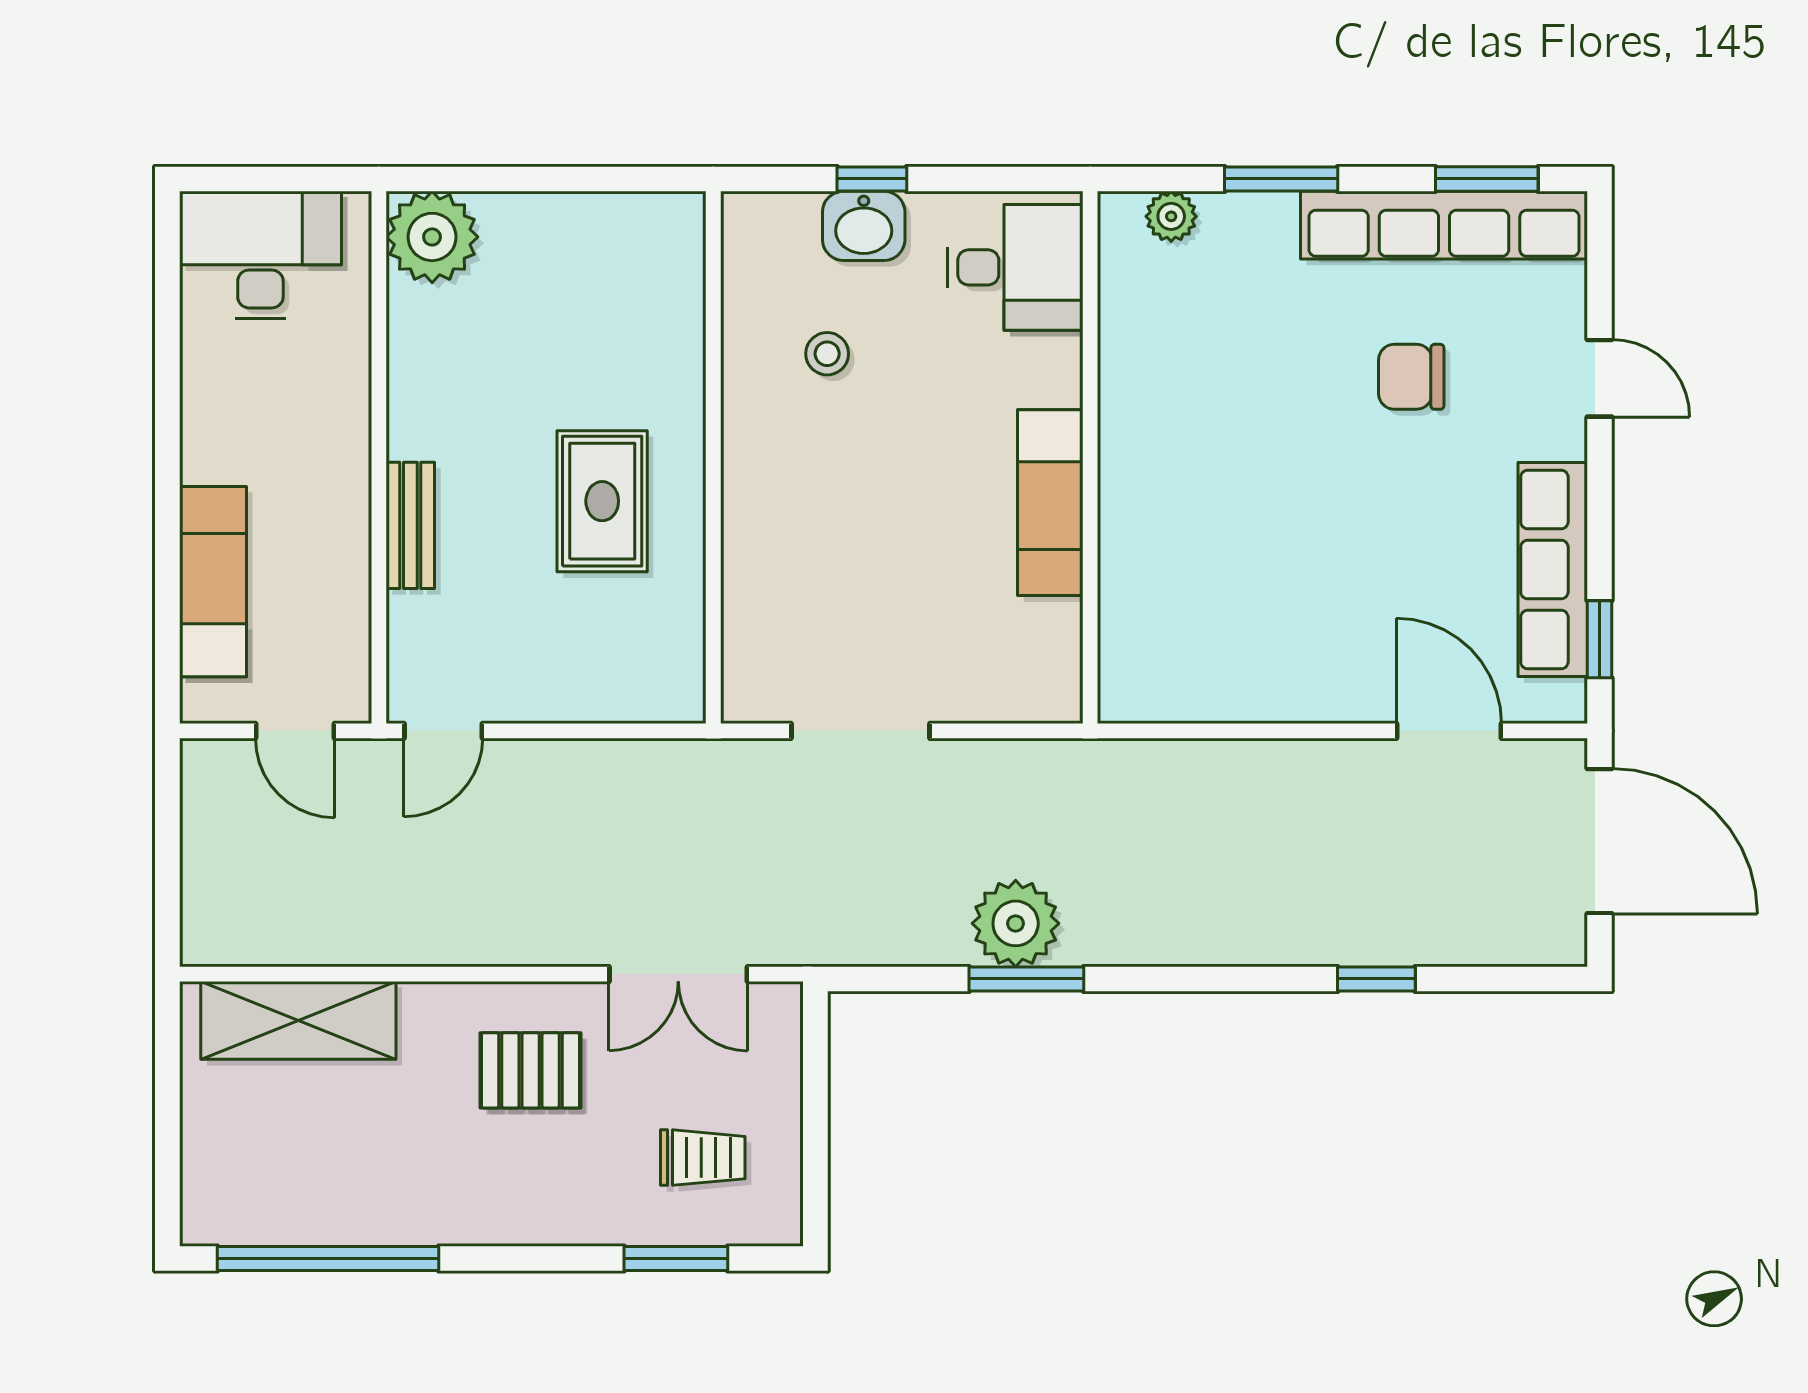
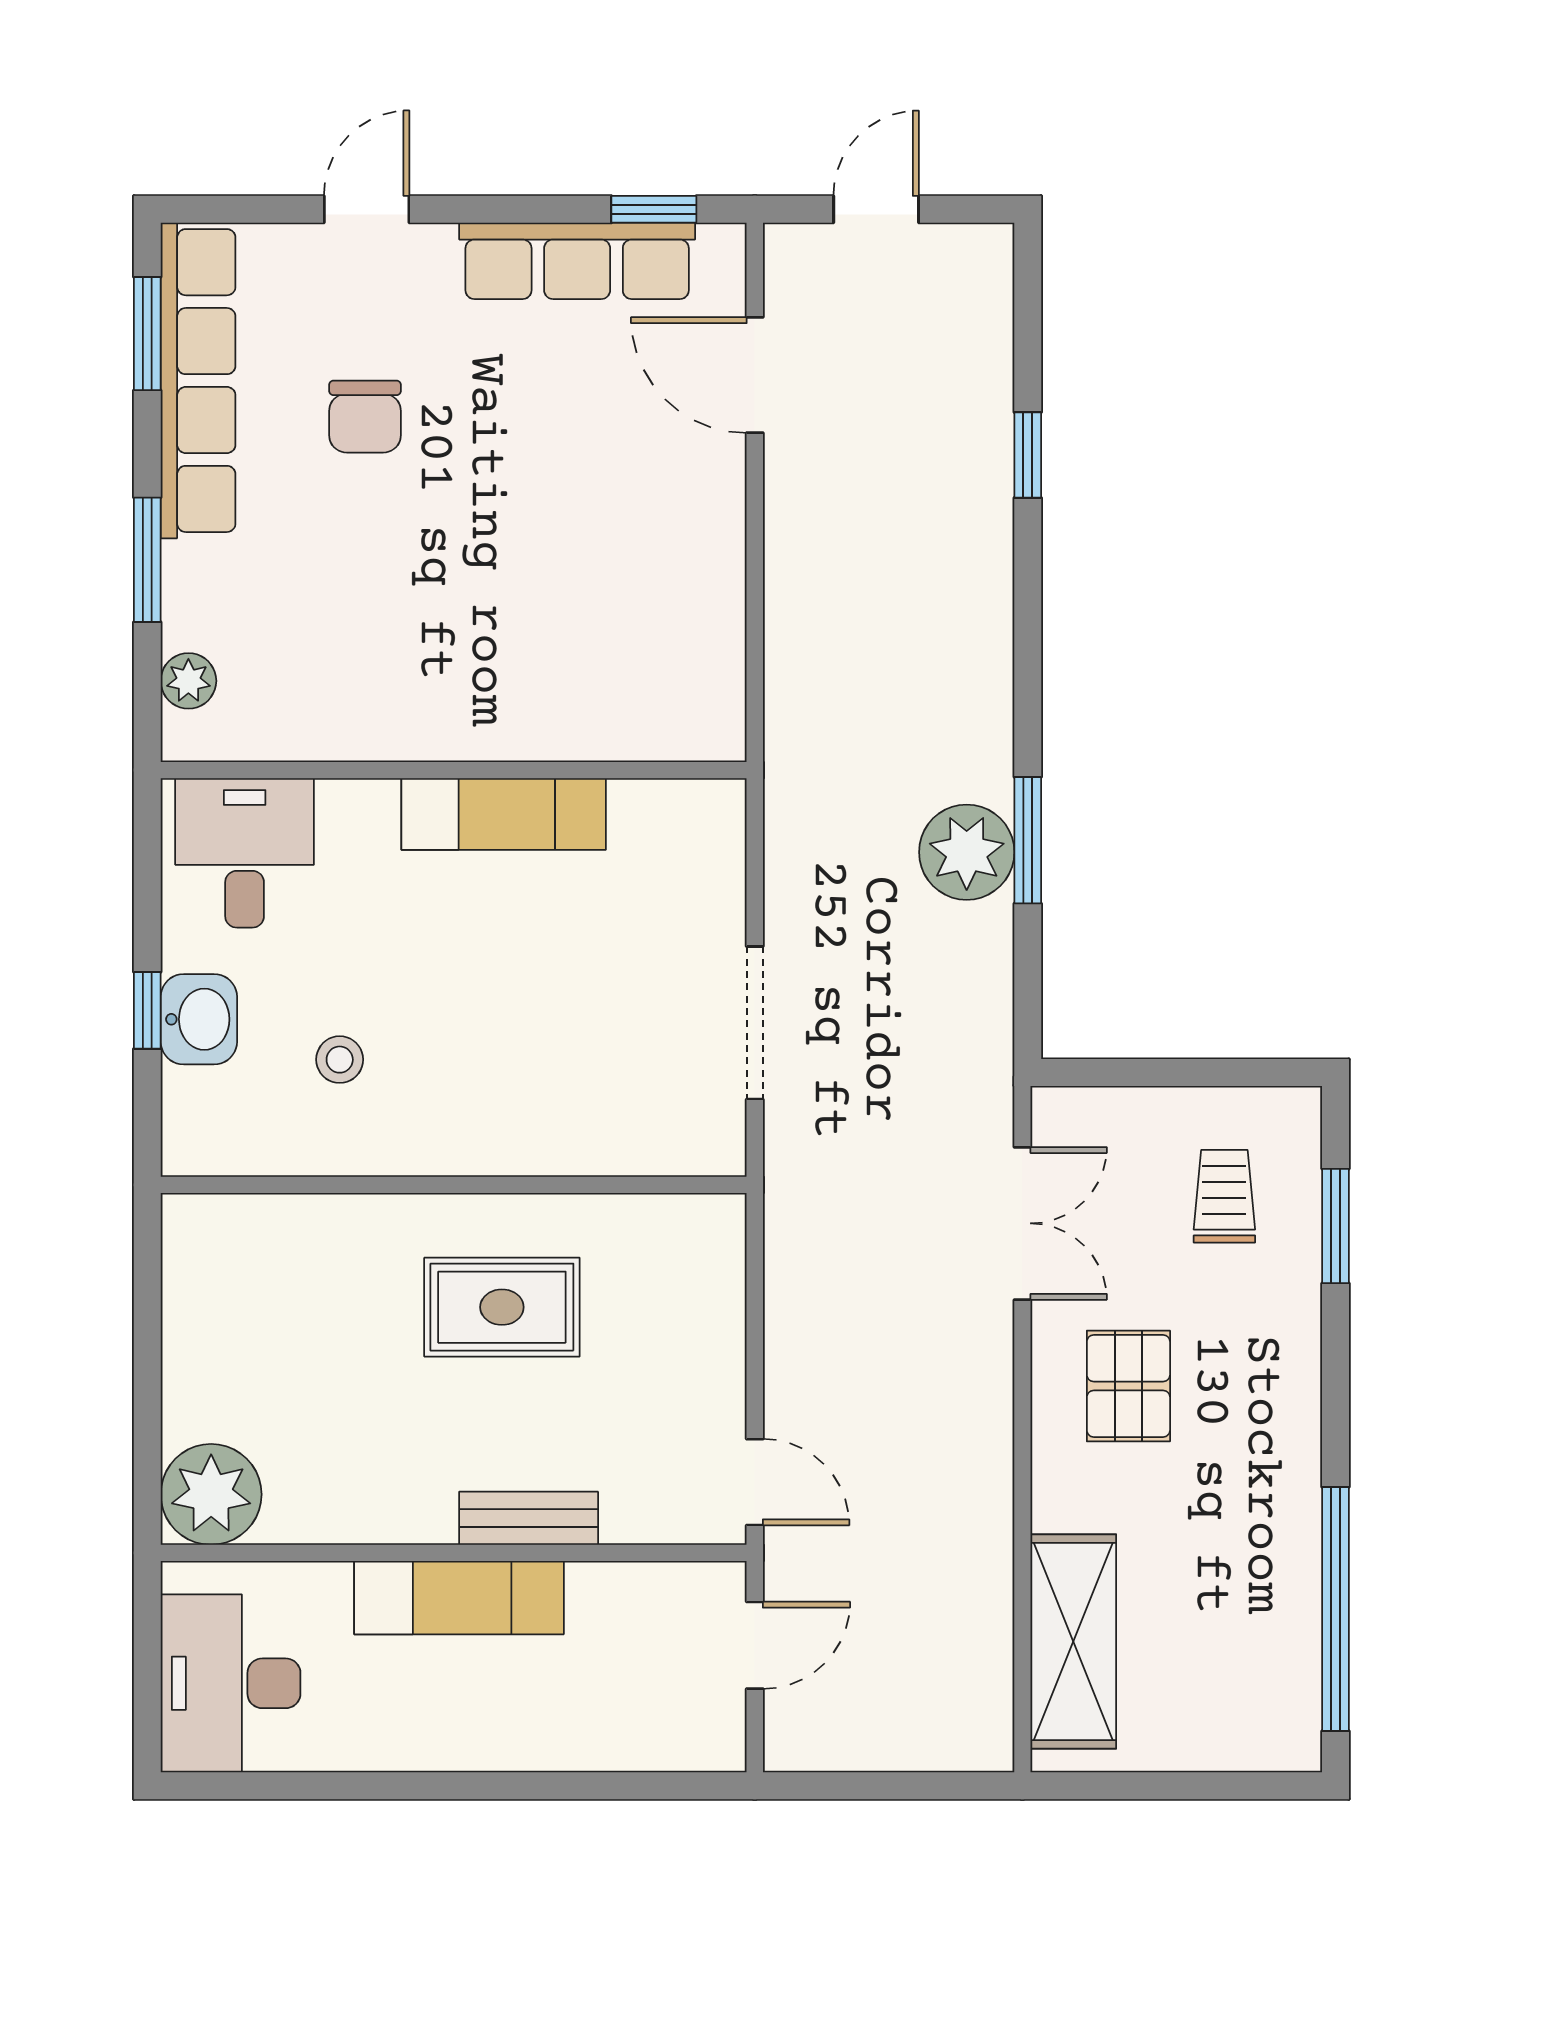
exam couch: (213, 582) -> (459, 1598), moved, turned 180
door: (1449, 731) -> (755, 375), hinge flipped
door: (1600, 841) -> (876, 209), width x0.53

